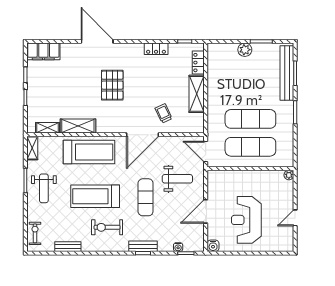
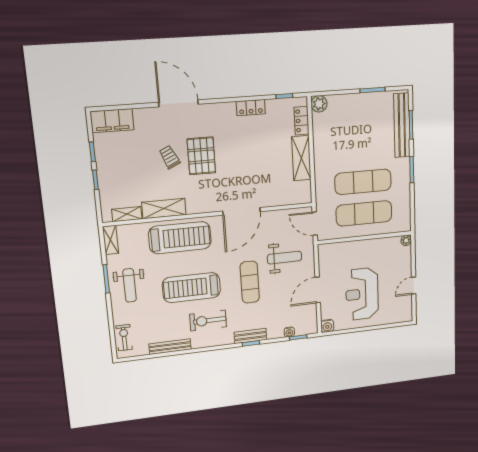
plant: (245, 50) -> (319, 104), moved
trolley: (164, 113) -> (169, 157), moved
bench: (68, 247) -> (170, 347), width x1.36

